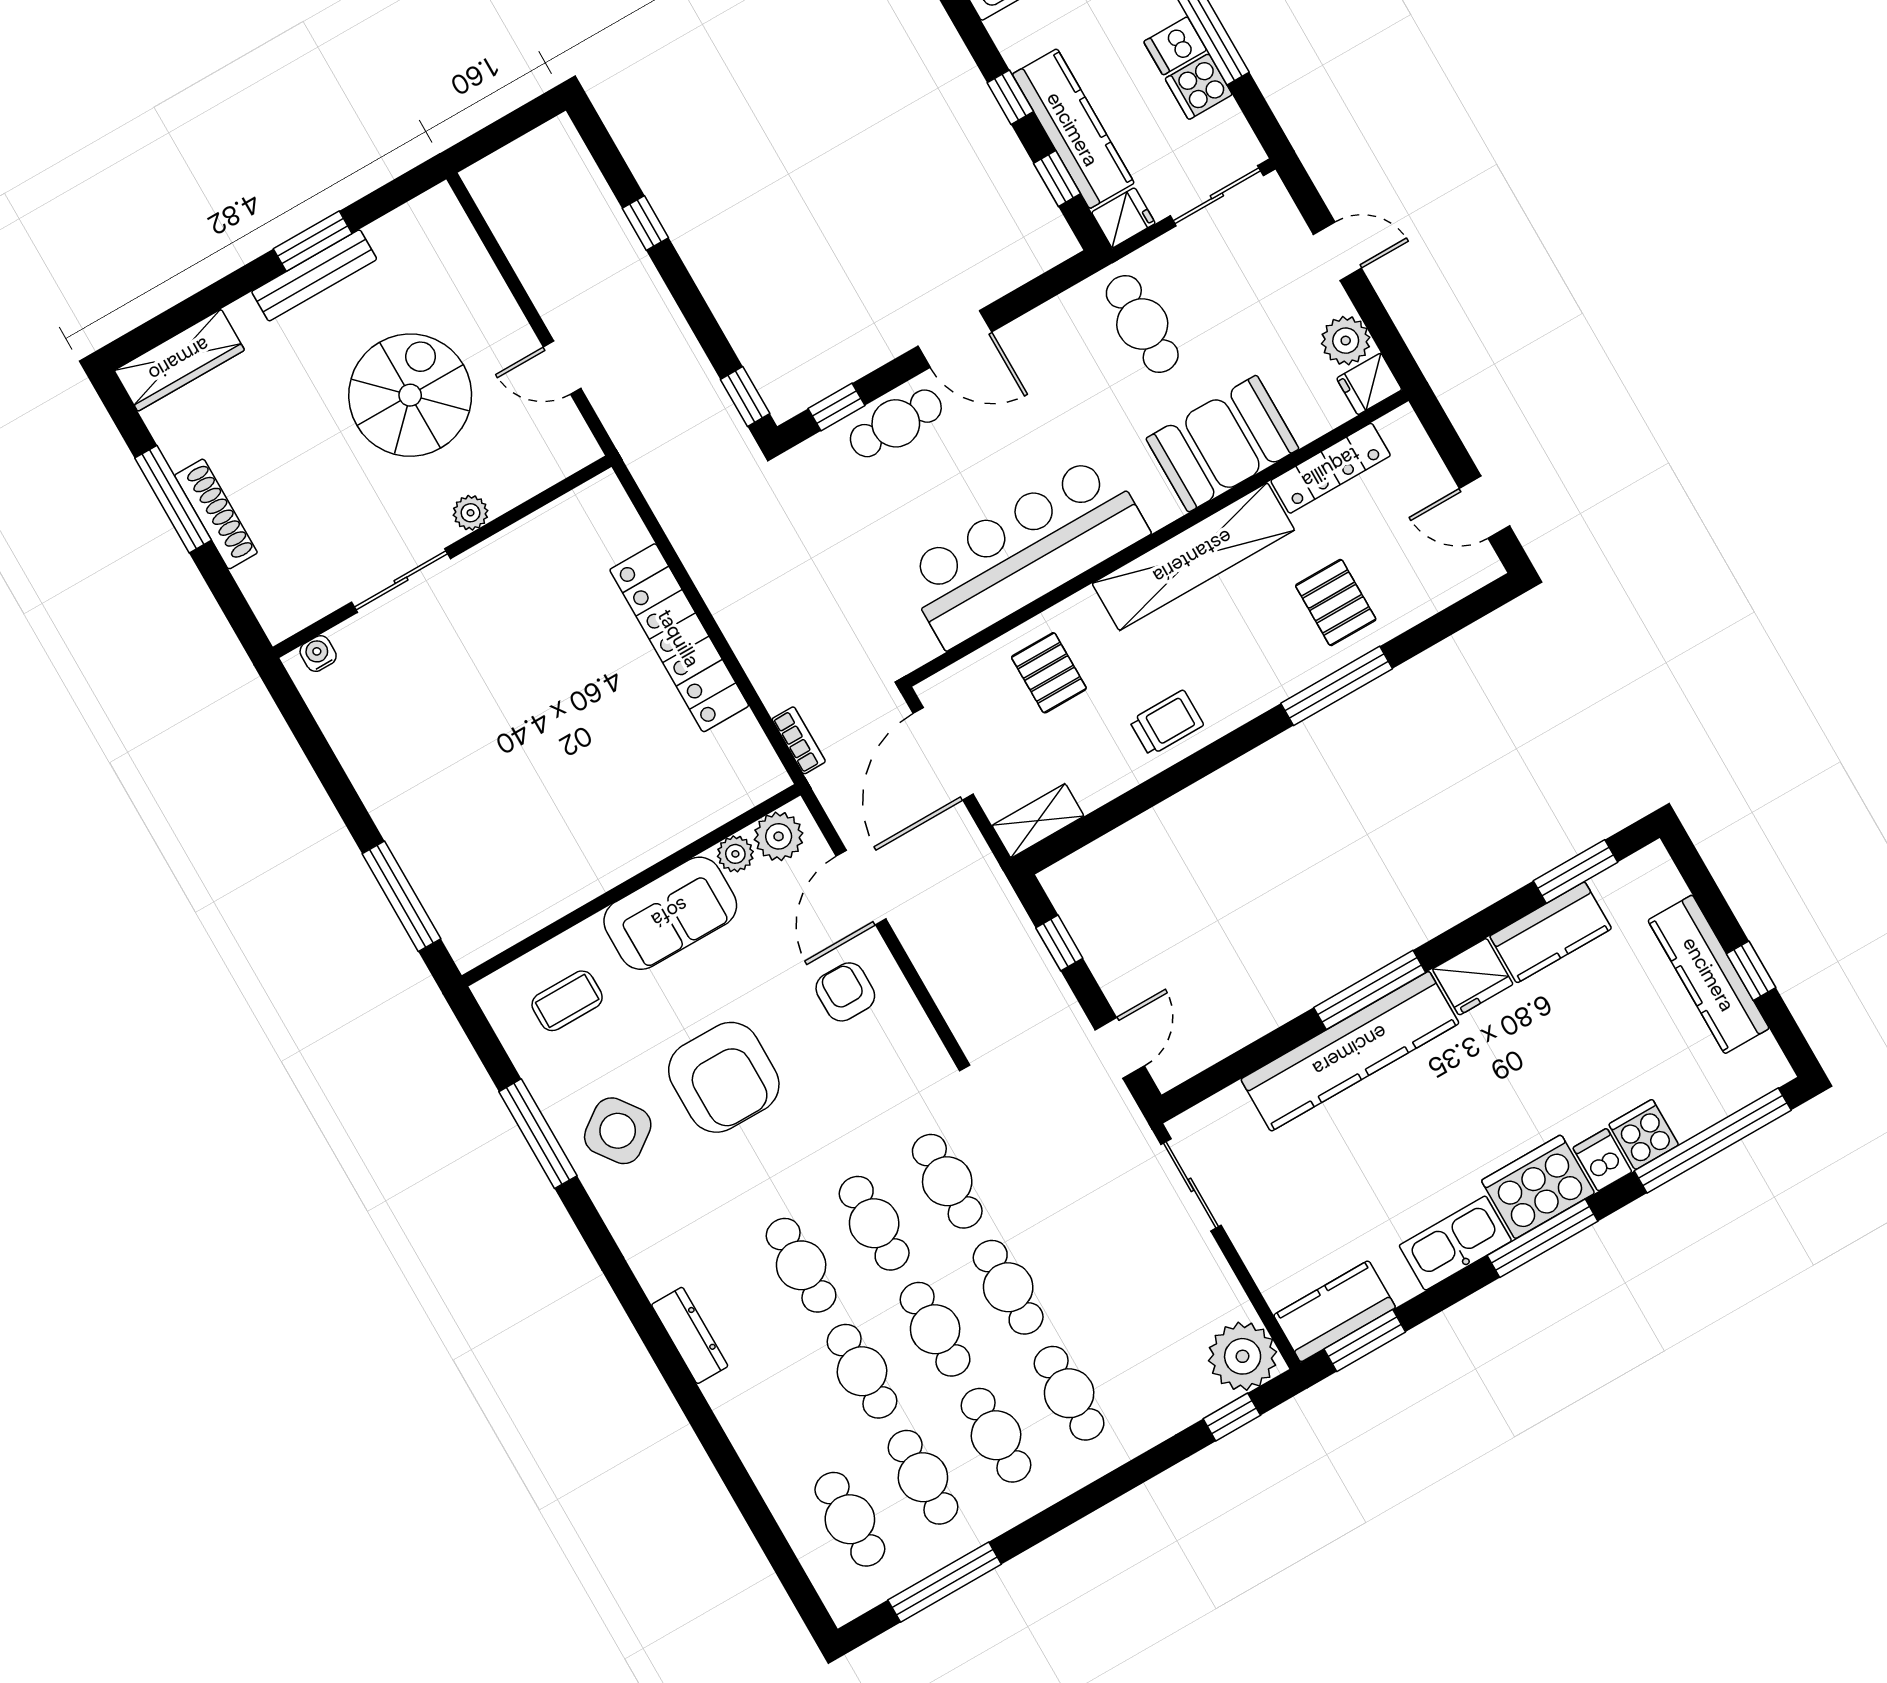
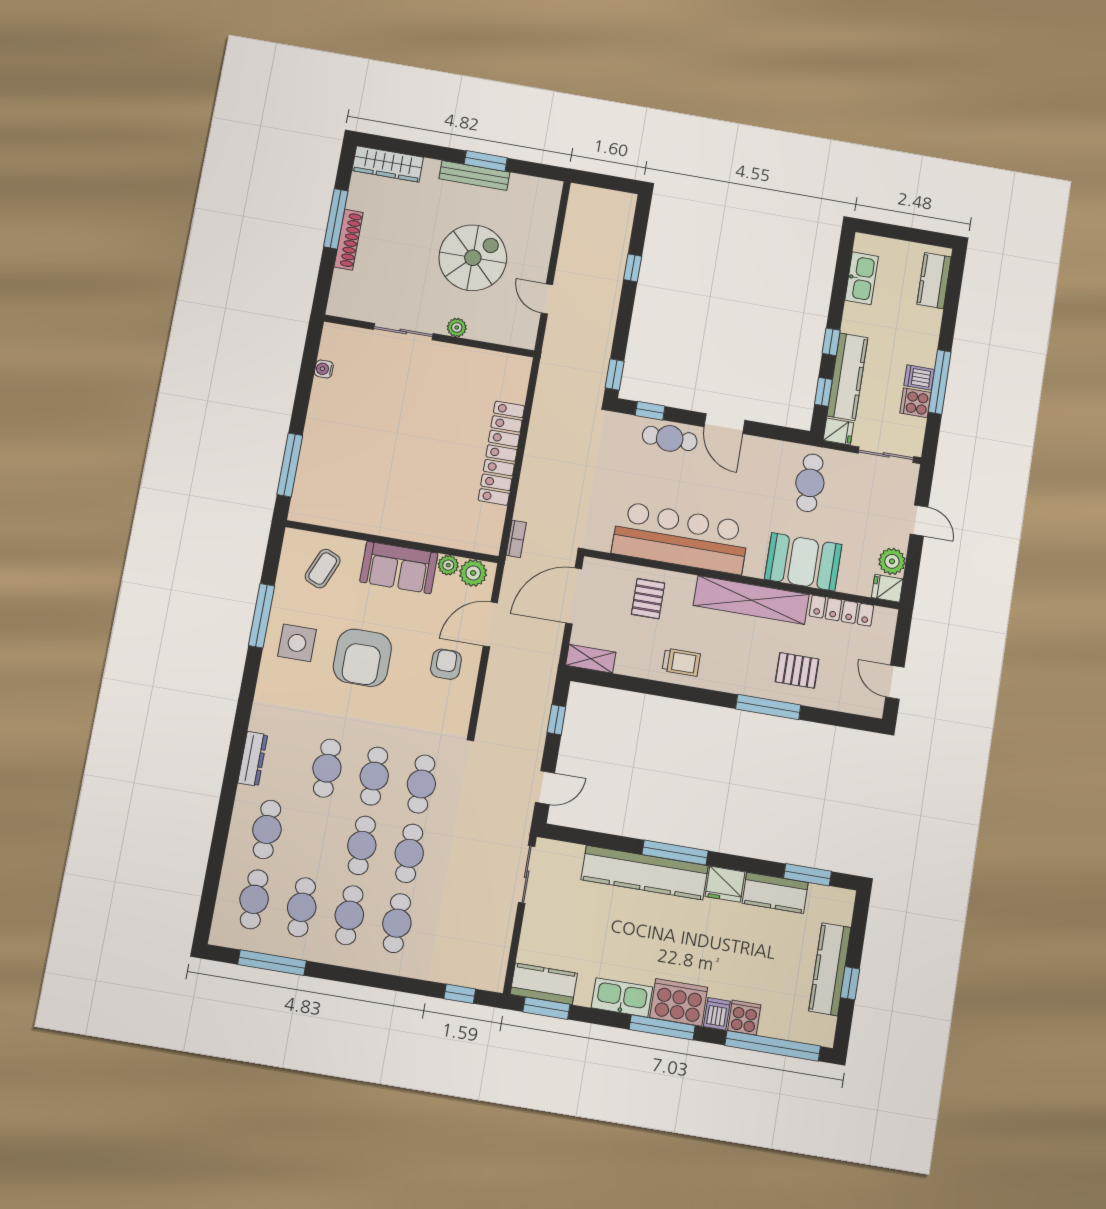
pallet: (1336, 603) -> (797, 670), turned 90
water cooler: (318, 654) -> (324, 369), moved, turned -90
coffee table: (567, 1001) -> (323, 569), turned -67
side table: (618, 1131) -> (297, 643), turned 36
plant: (1243, 1356) -> (487, 970), removed
cafe table: (862, 1371) -> (267, 829), moved

